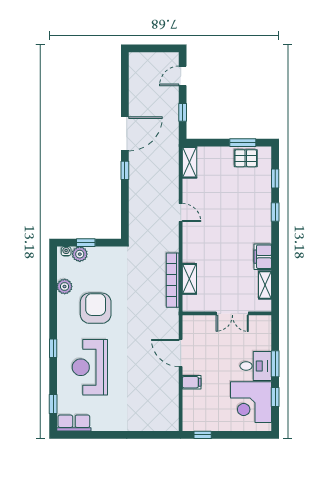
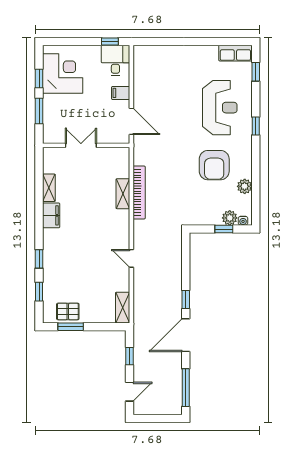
window: (125, 80) -> (186, 388), added
wall: (227, 313) -> (86, 145), moved
double door: (232, 313) -> (81, 145), moved
desk: (256, 366) -> (115, 60), moved, turned 90

